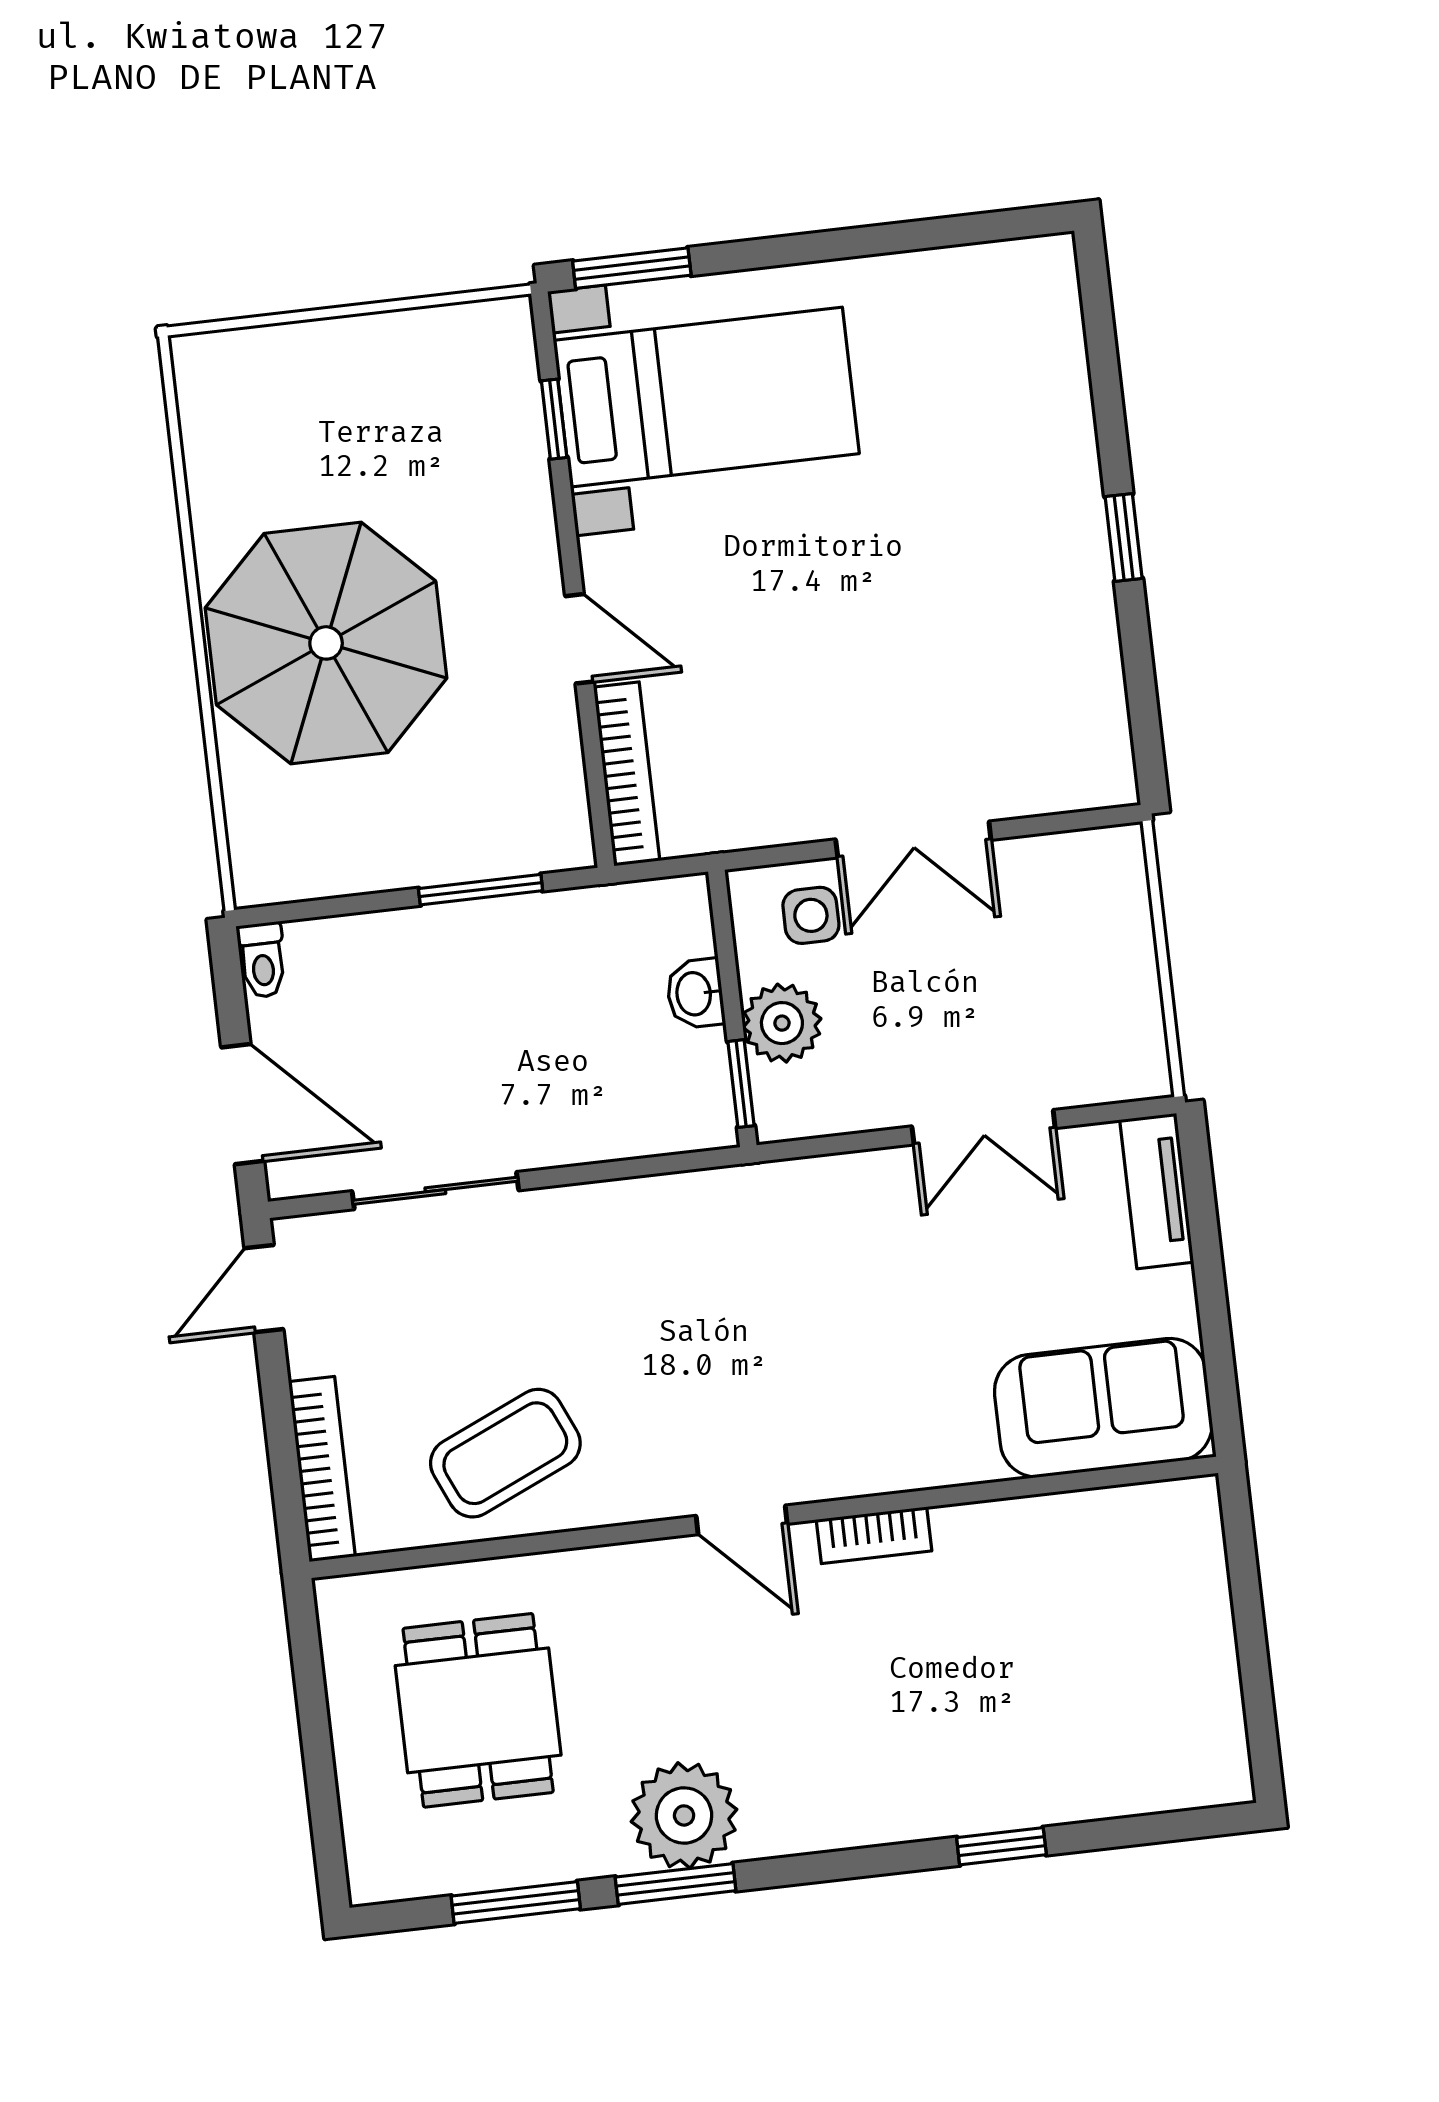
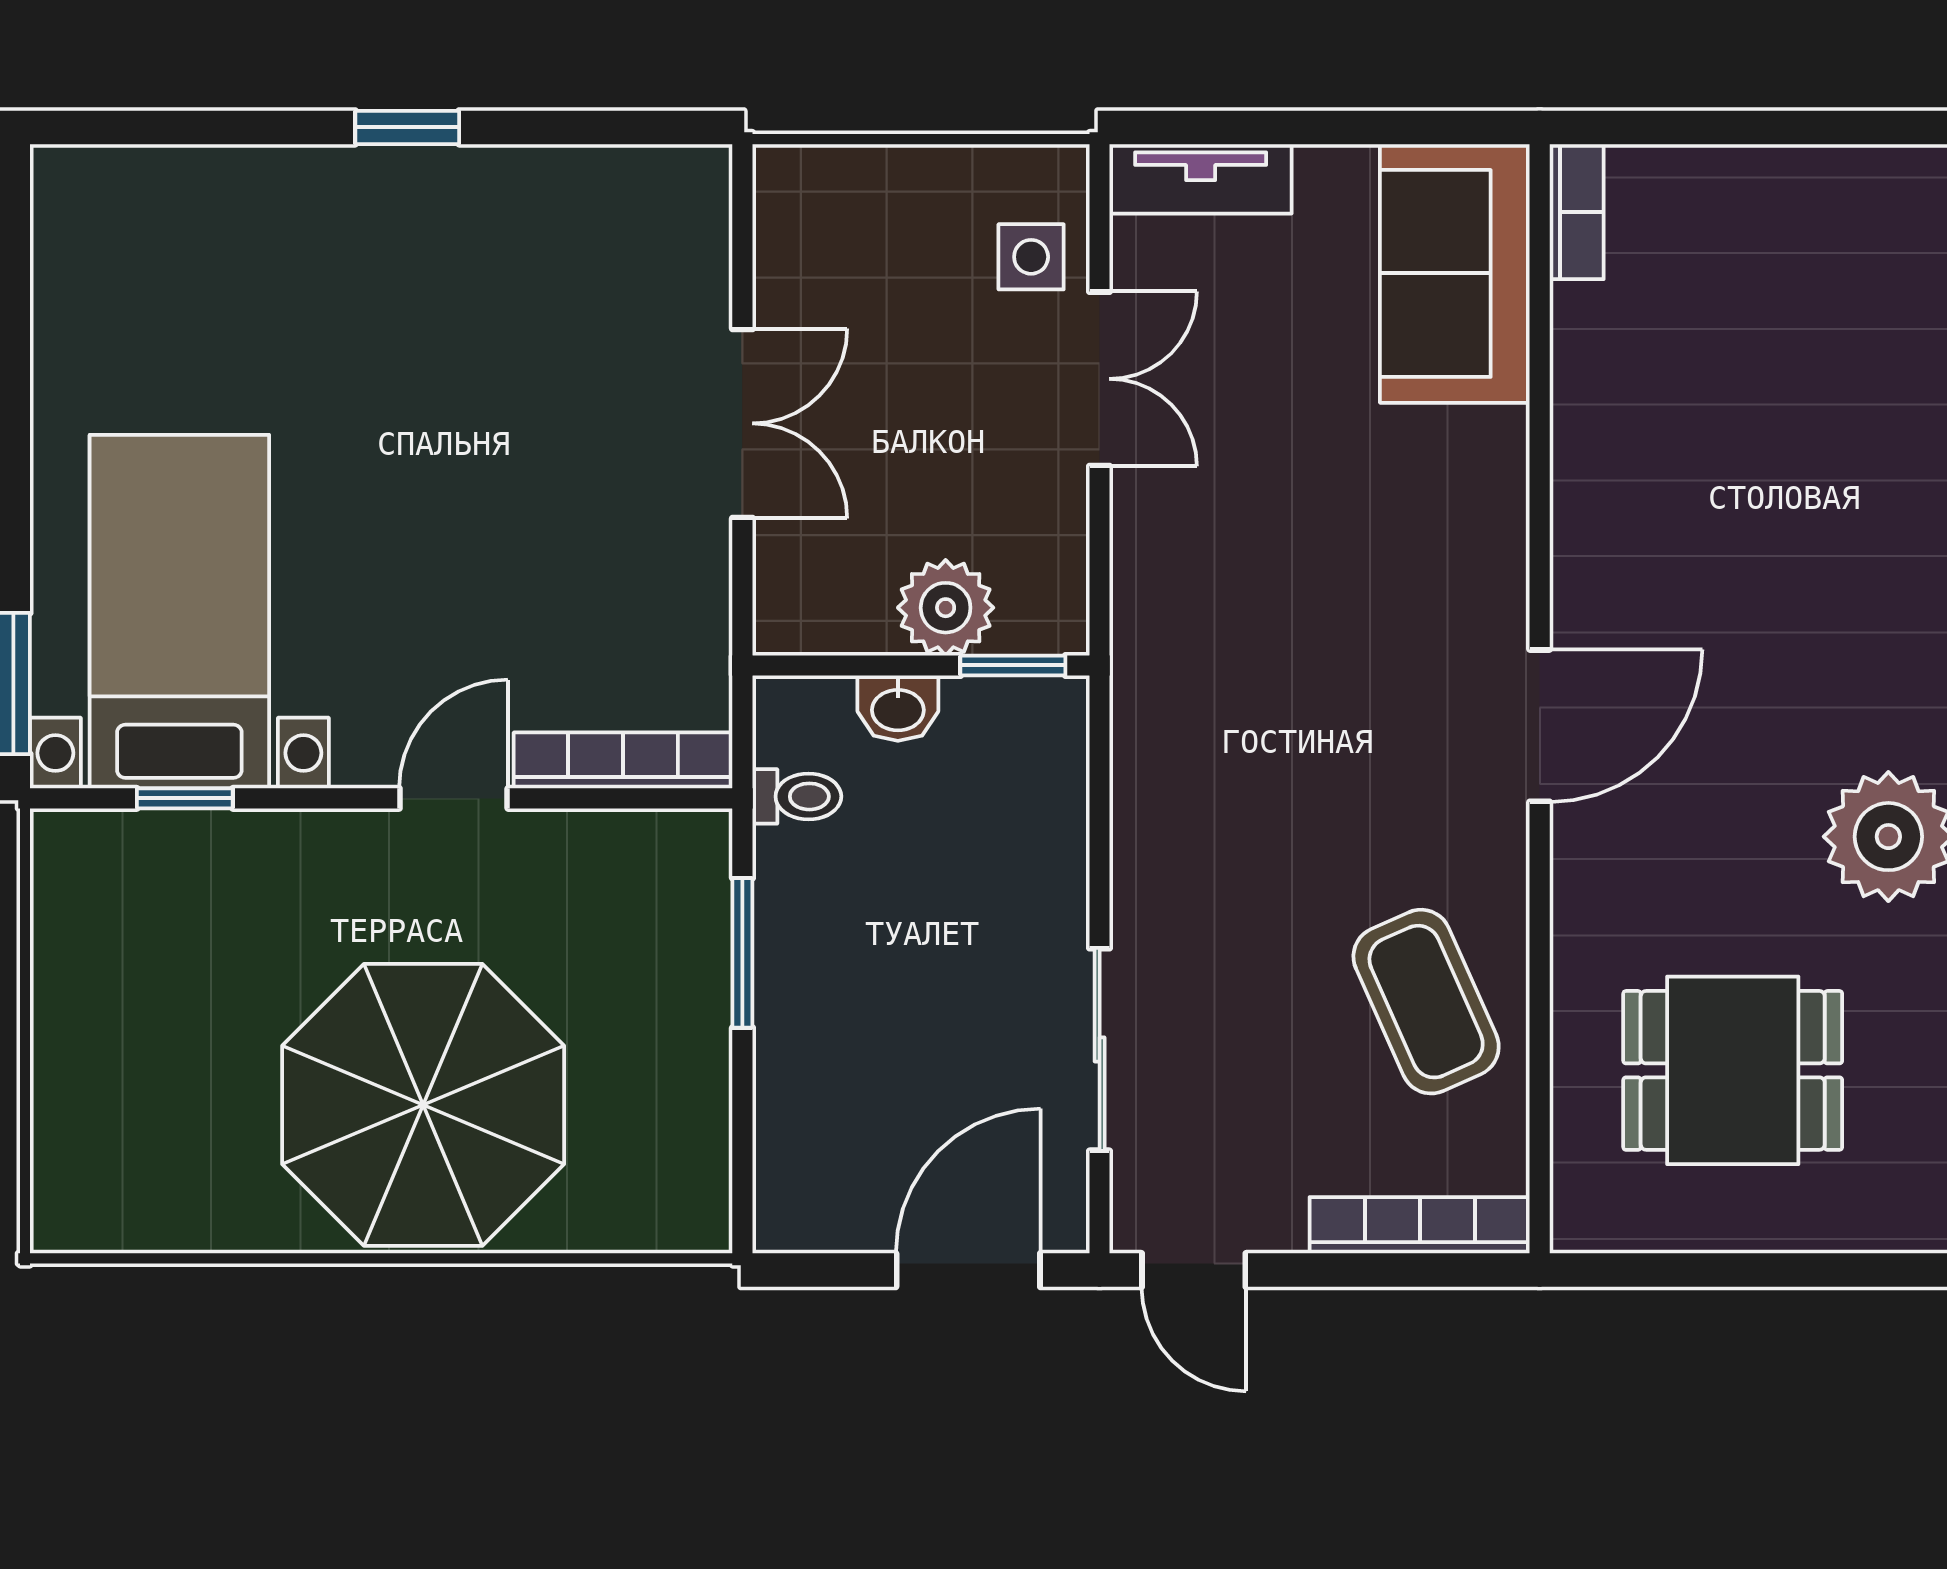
side table: (811, 915) -> (1031, 257), moved
toilet: (262, 960) -> (797, 796), moved
door: (742, 1520) -> (1540, 726), width x1.38
bookcase: (874, 1535) -> (1577, 212), moved

